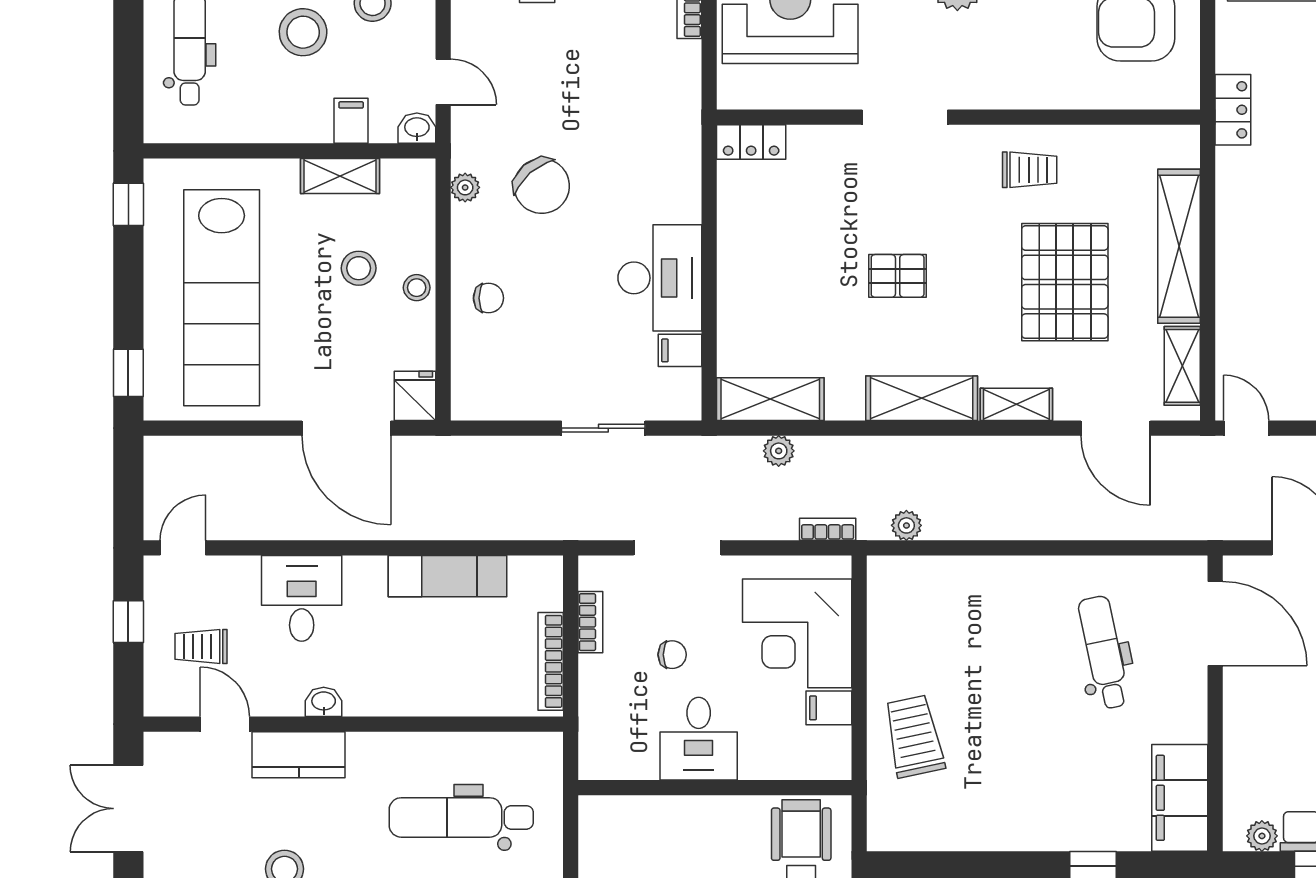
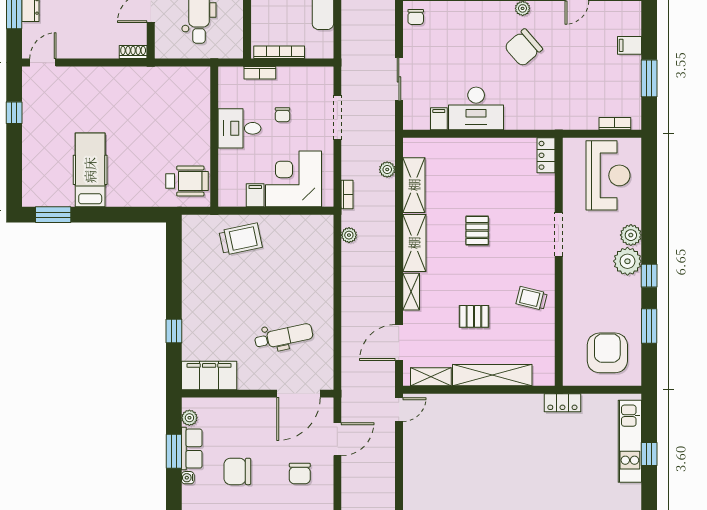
trolley: (1030, 170) -> (532, 298), turned 104
pallet: (1065, 282) -> (474, 316), width x0.49, depth x0.50
chair: (488, 298) -> (416, 17), moved
shelving: (770, 399) -> (414, 185), moved
bookcase: (590, 622) -> (260, 73), moved

